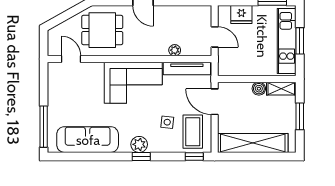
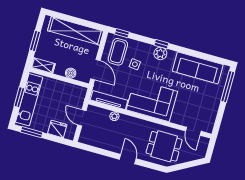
boiler: (259, 89) -> (71, 73), moved

